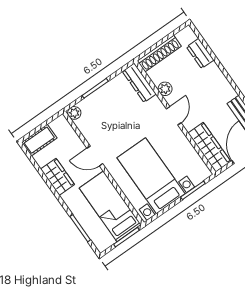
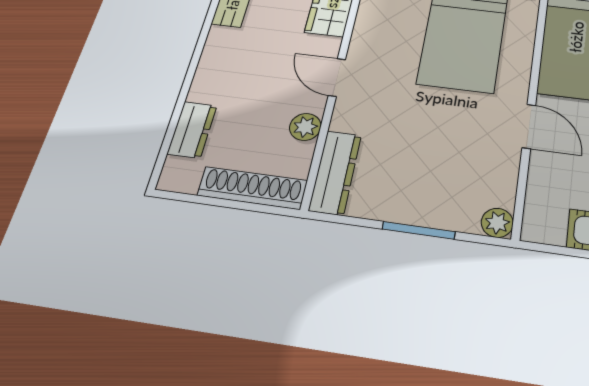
door: (174, 116) -> (337, 77), hinge flipped

